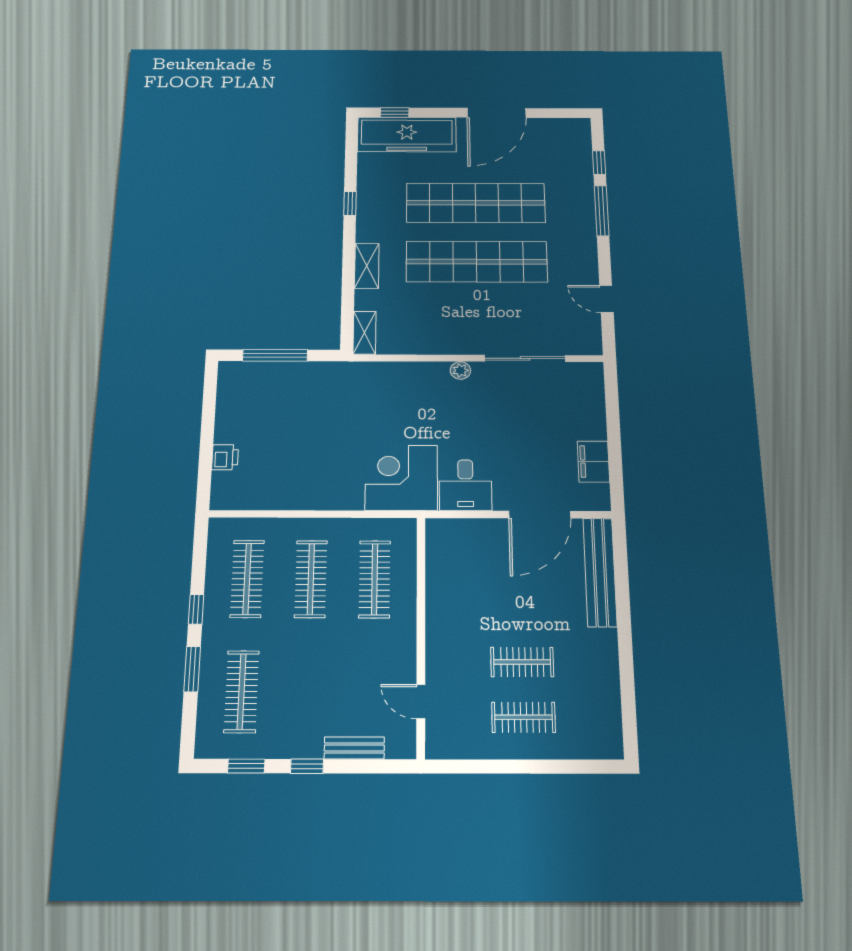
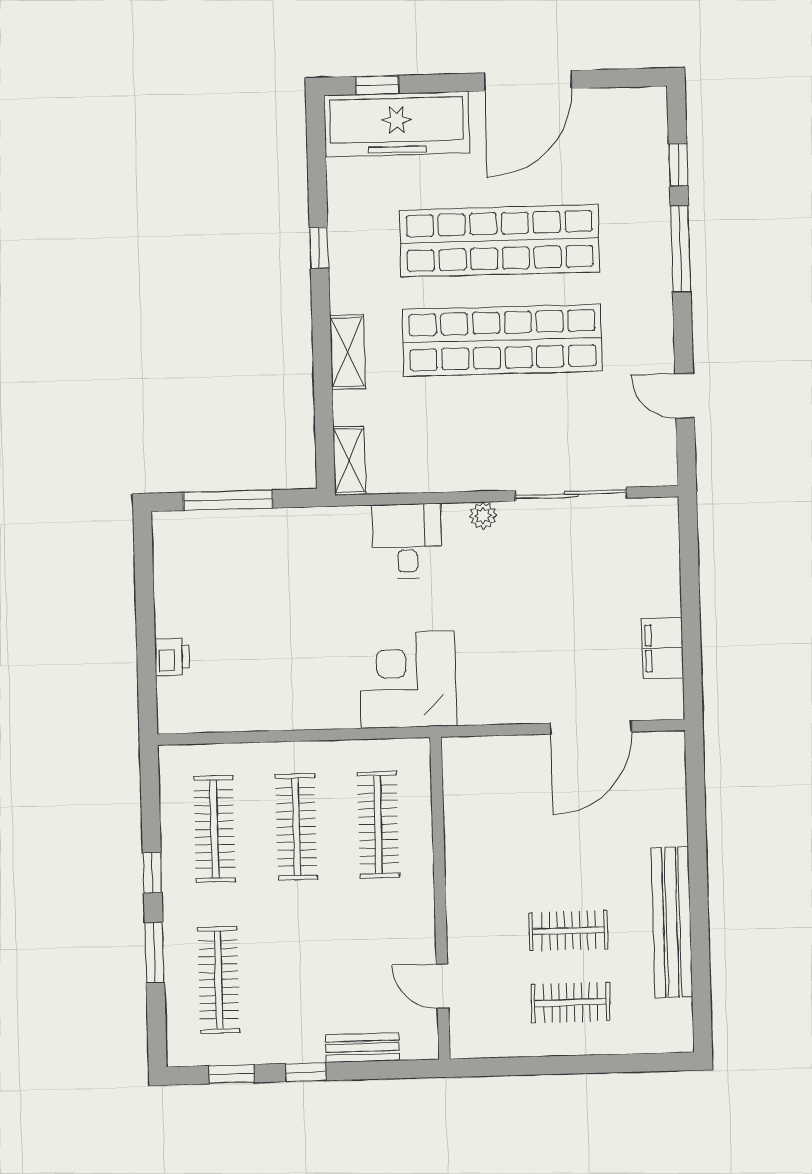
desk: (465, 485) -> (407, 541), moved, turned 180
bench: (600, 572) -> (672, 922), moved

